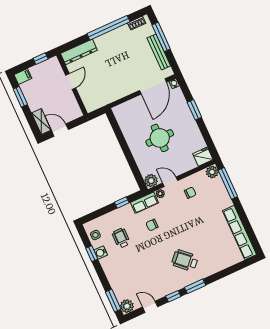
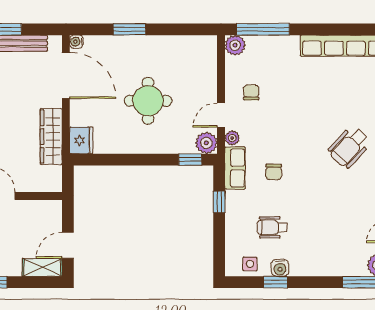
wardrobe: (116, 94) -> (51, 137), added
fridge: (203, 157) -> (81, 140), moved, turned 180
window: (138, 176) -> (190, 160), added

